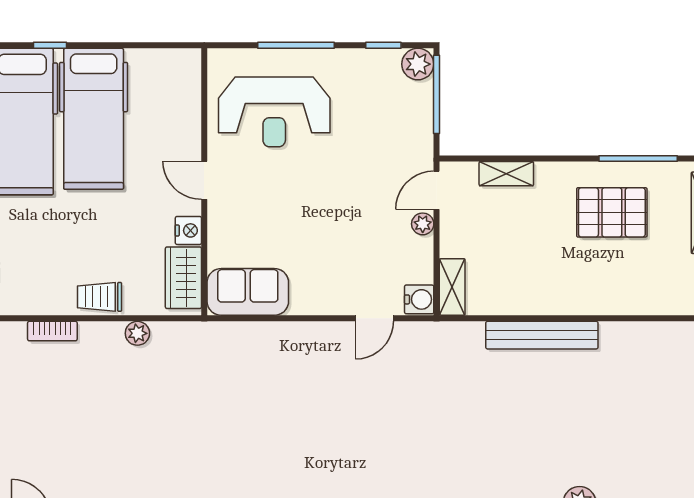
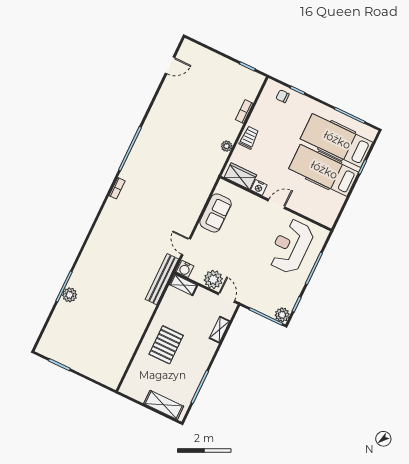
pallet: (612, 212) -> (166, 345), moved
plant: (423, 224) -> (213, 279), width x1.88, depth x1.88
sofa: (248, 292) -> (216, 213), moved
bench: (542, 335) -> (162, 279), moved

